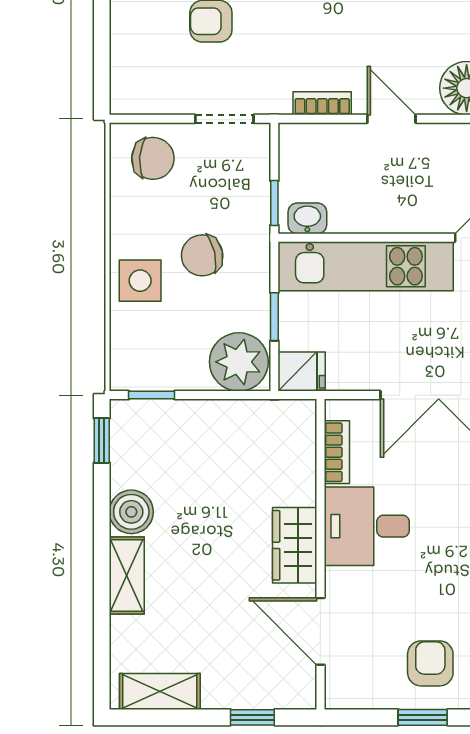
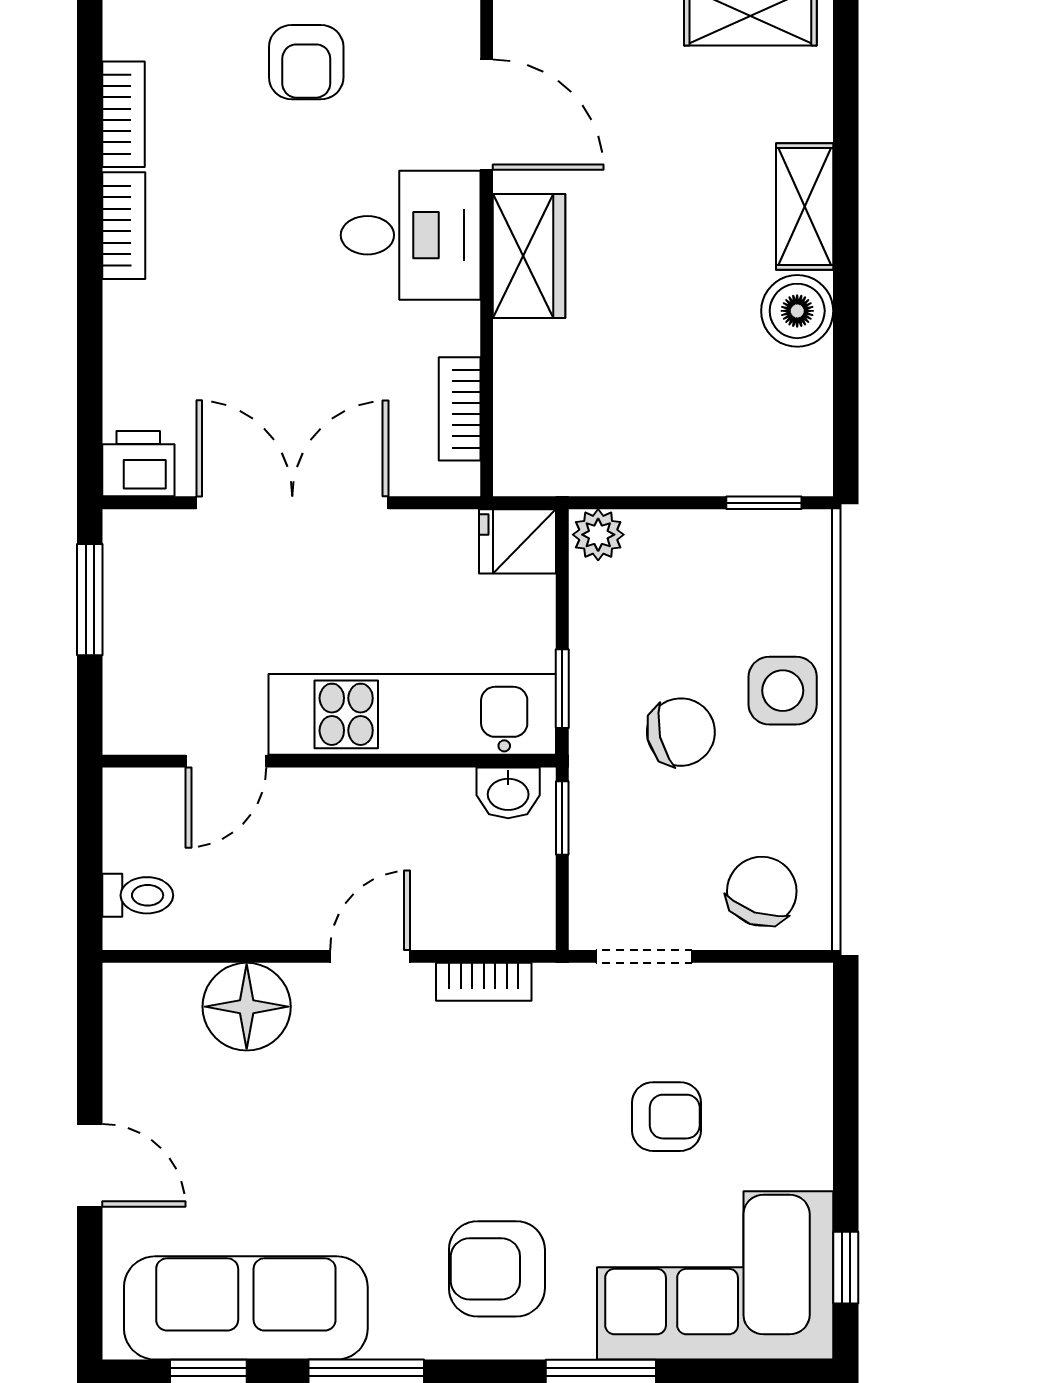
door: (391, 119) -> (370, 956), swing flipped
chair: (153, 158) -> (762, 891), turned 105
window: (274, 317) -> (562, 689), moved
plant: (239, 362) -> (598, 535), width x0.53, depth x0.53
window: (102, 440) -> (846, 428), removed
desk: (367, 526) -> (411, 235), moved

